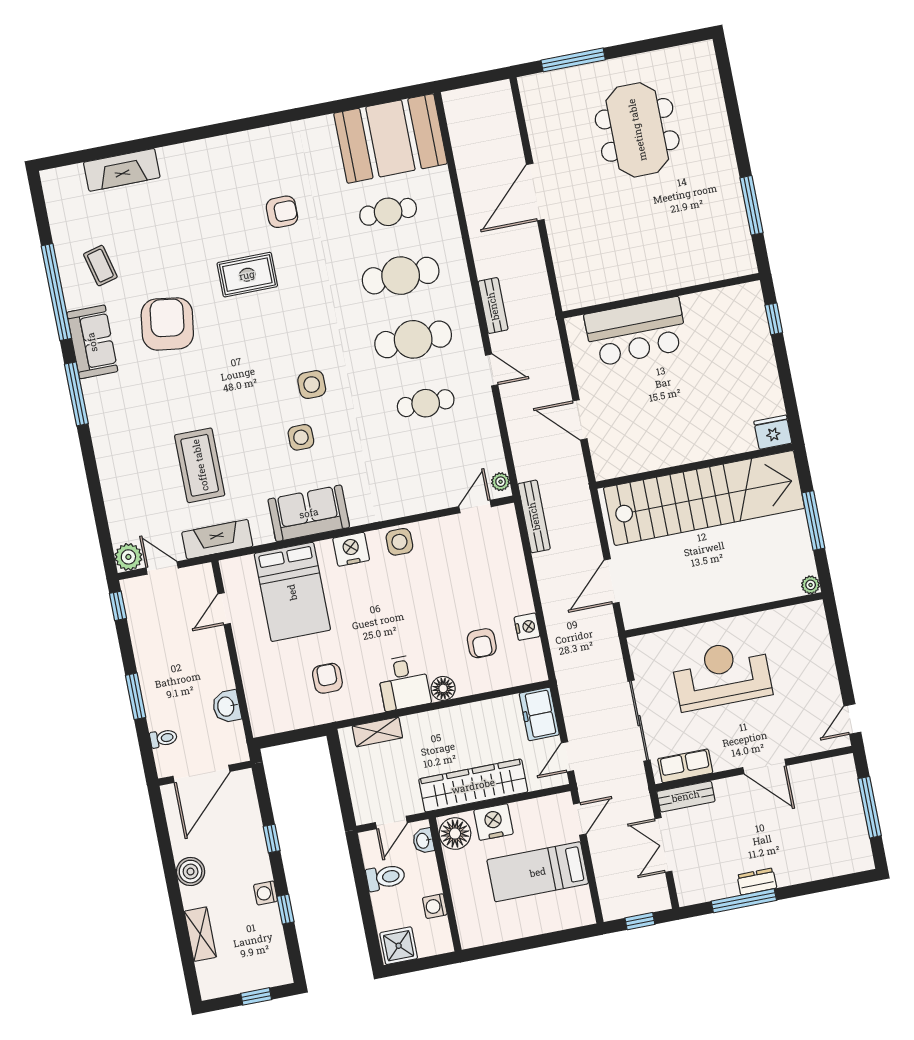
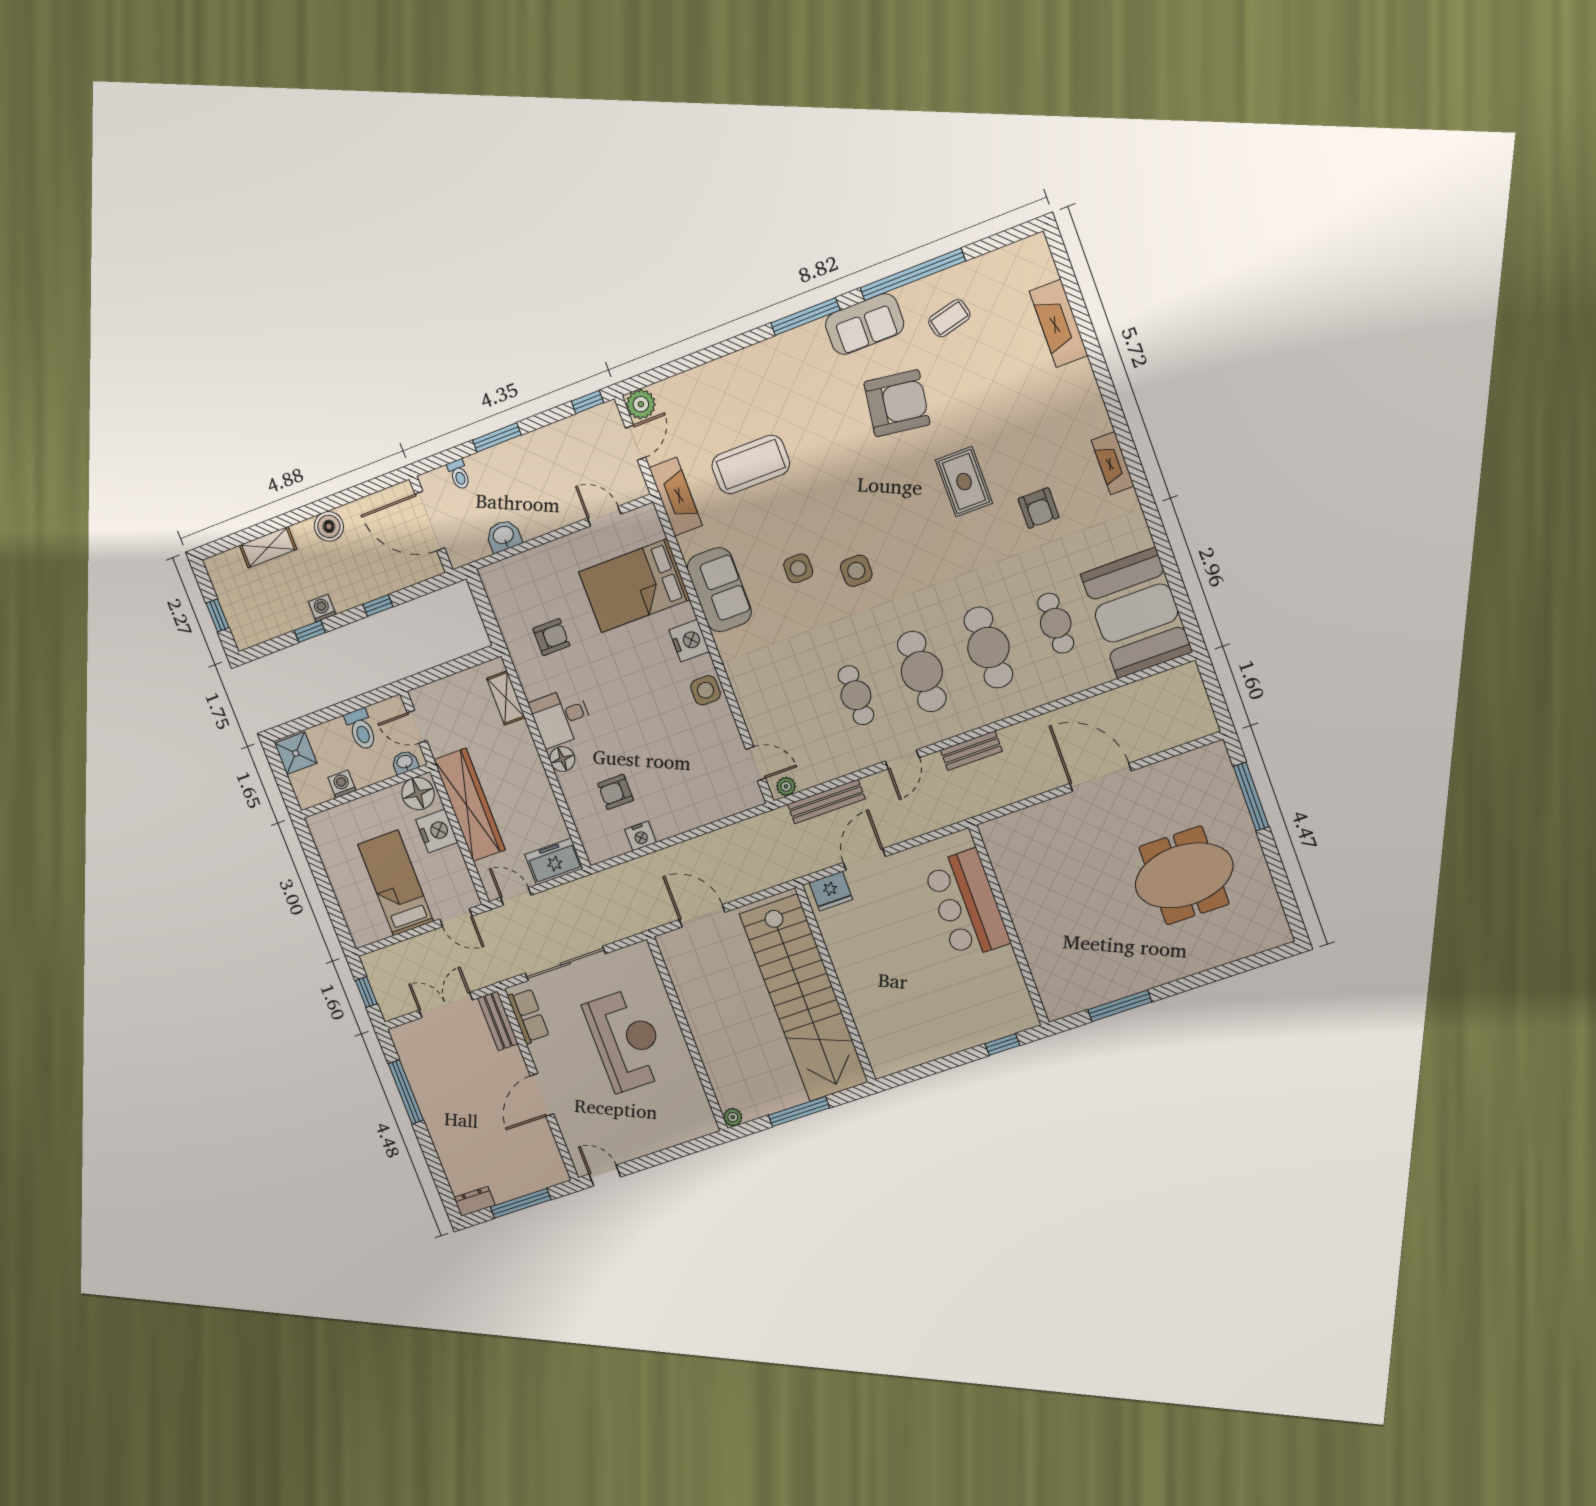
fireplace: (253, 140) -> (1113, 463), added
fridge: (773, 432) -> (831, 891), moved, turned 90
bench: (534, 516) -> (826, 802), moved
dresser: (757, 882) -> (475, 1201), moved, turned -90

